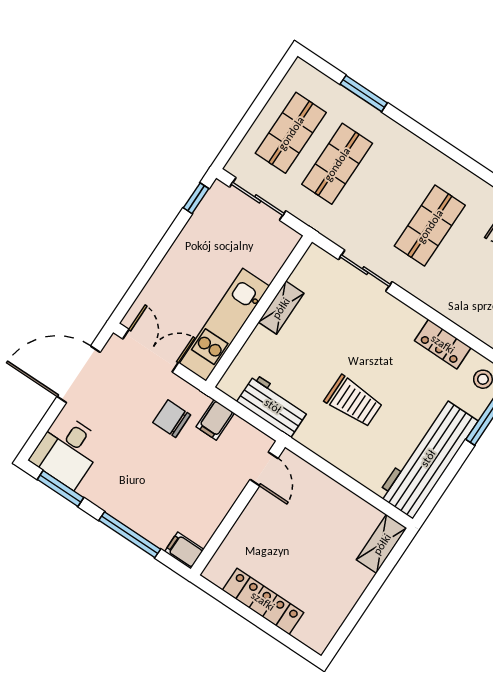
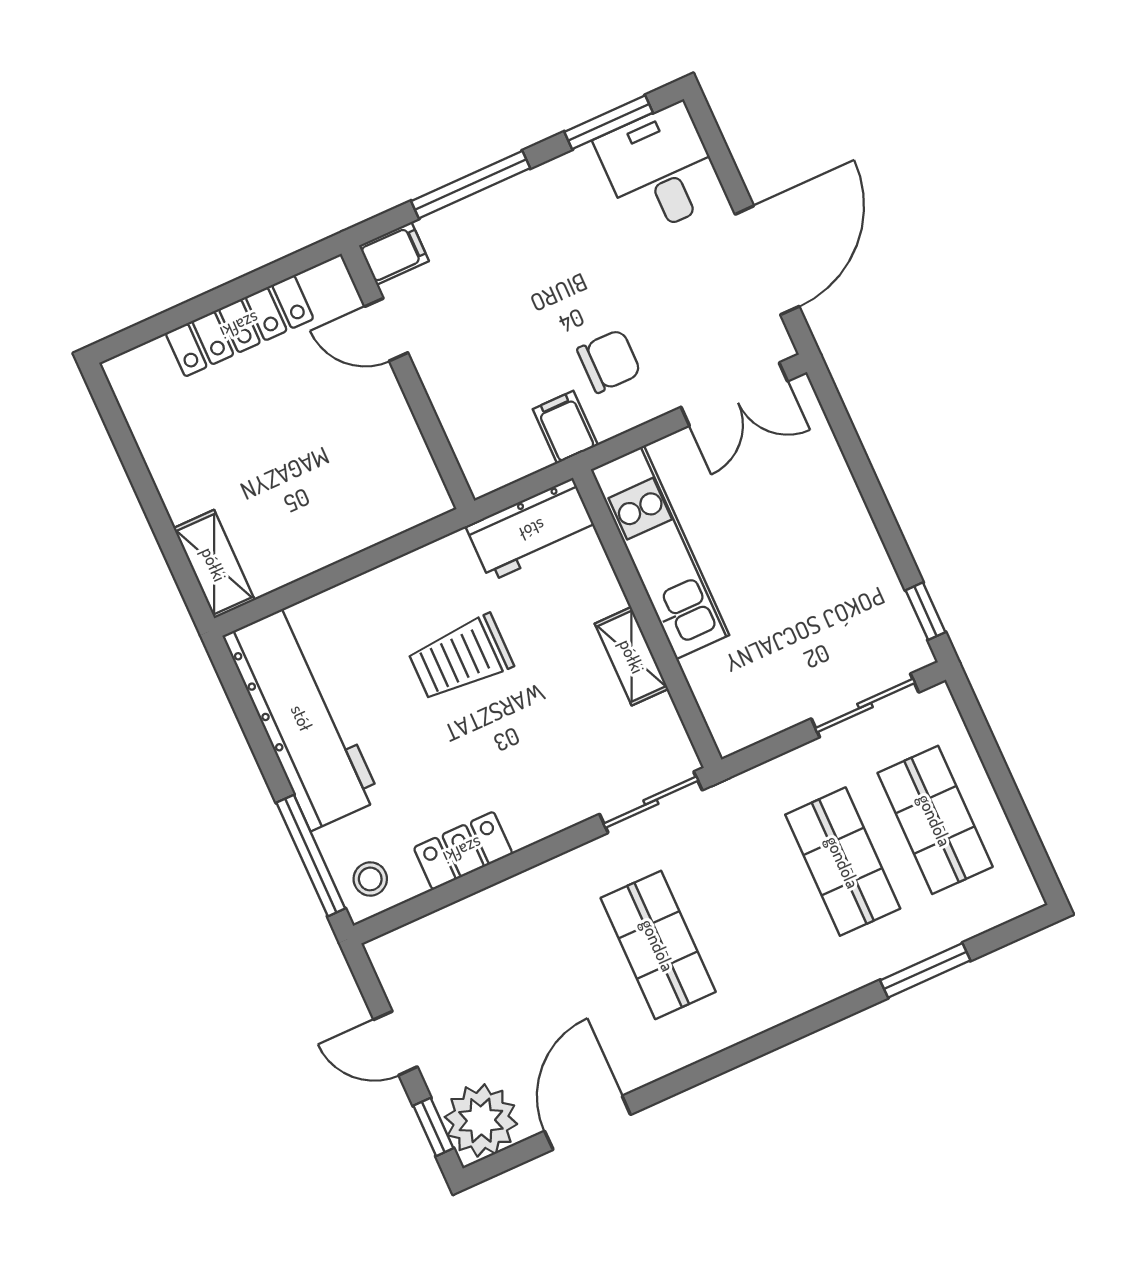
shelving: (281, 308) -> (632, 656), moved
wall: (259, 311) -> (647, 619), moved
kitchen unit: (224, 325) -> (660, 552), moved
door: (264, 469) -> (386, 330), moved

